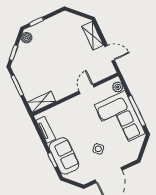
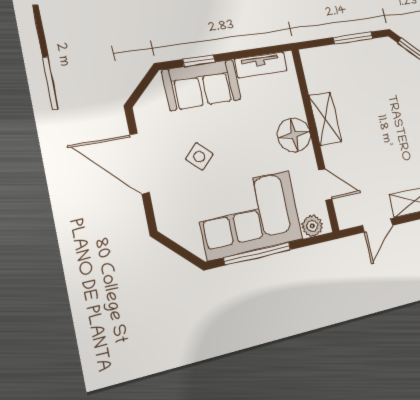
door: (87, 89) -> (325, 184), moved
shelving: (41, 102) -> (325, 119), moved
floor lamp: (76, 106) -> (294, 135), added

